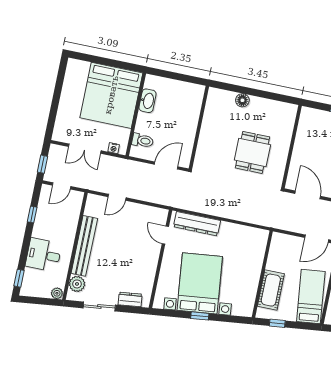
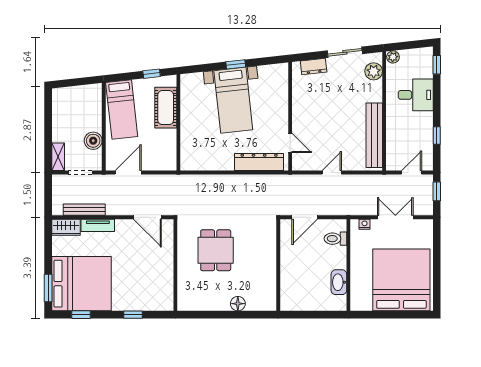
bed: (111, 95) -> (401, 280), moved
door: (117, 197) -> (332, 173), moved
bench: (84, 246) -> (374, 135), moved
bed with nightstands: (200, 283) -> (233, 100), width x0.73

